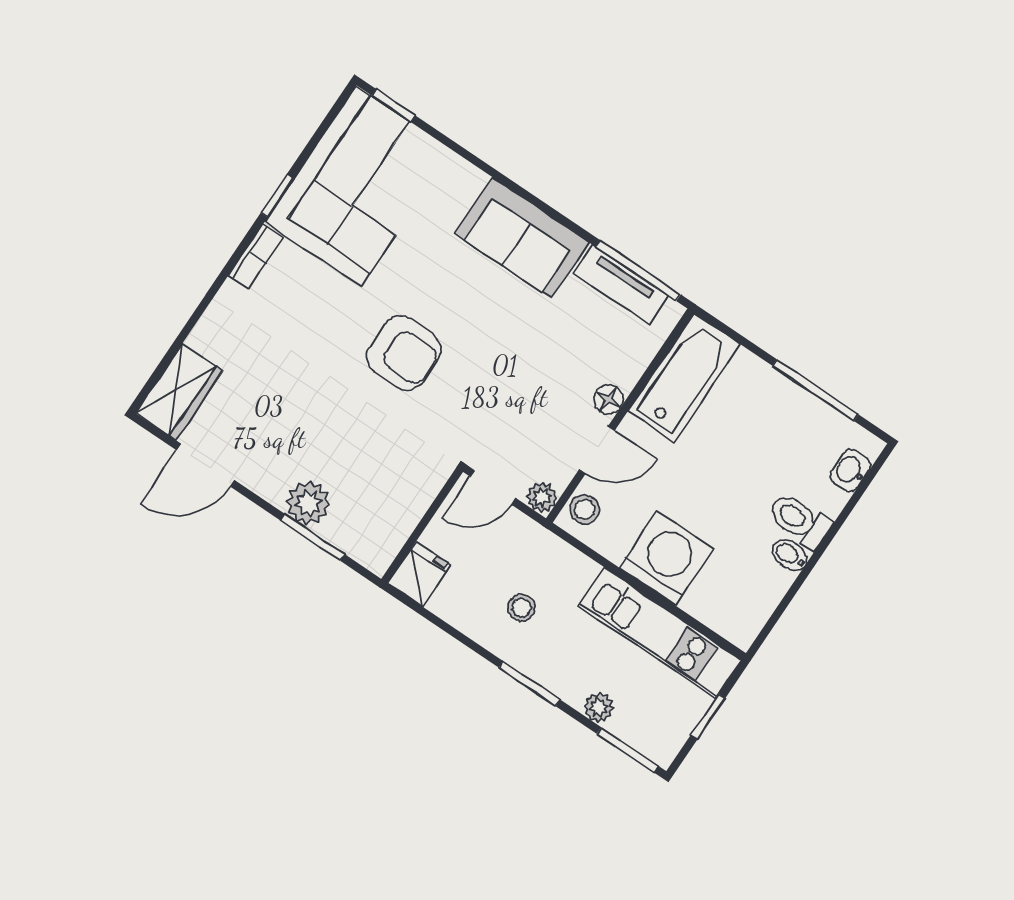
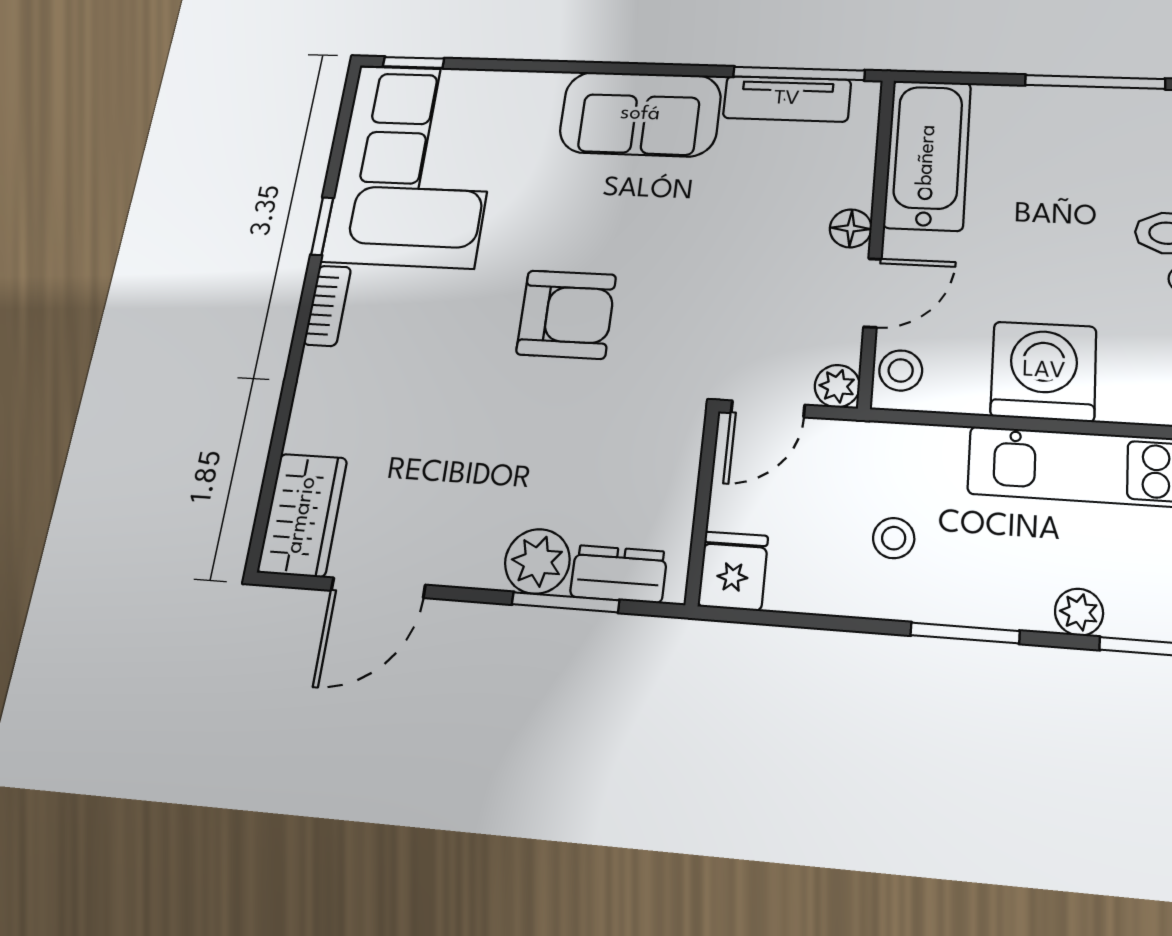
dresser: (352, 538) -> (619, 574), added

